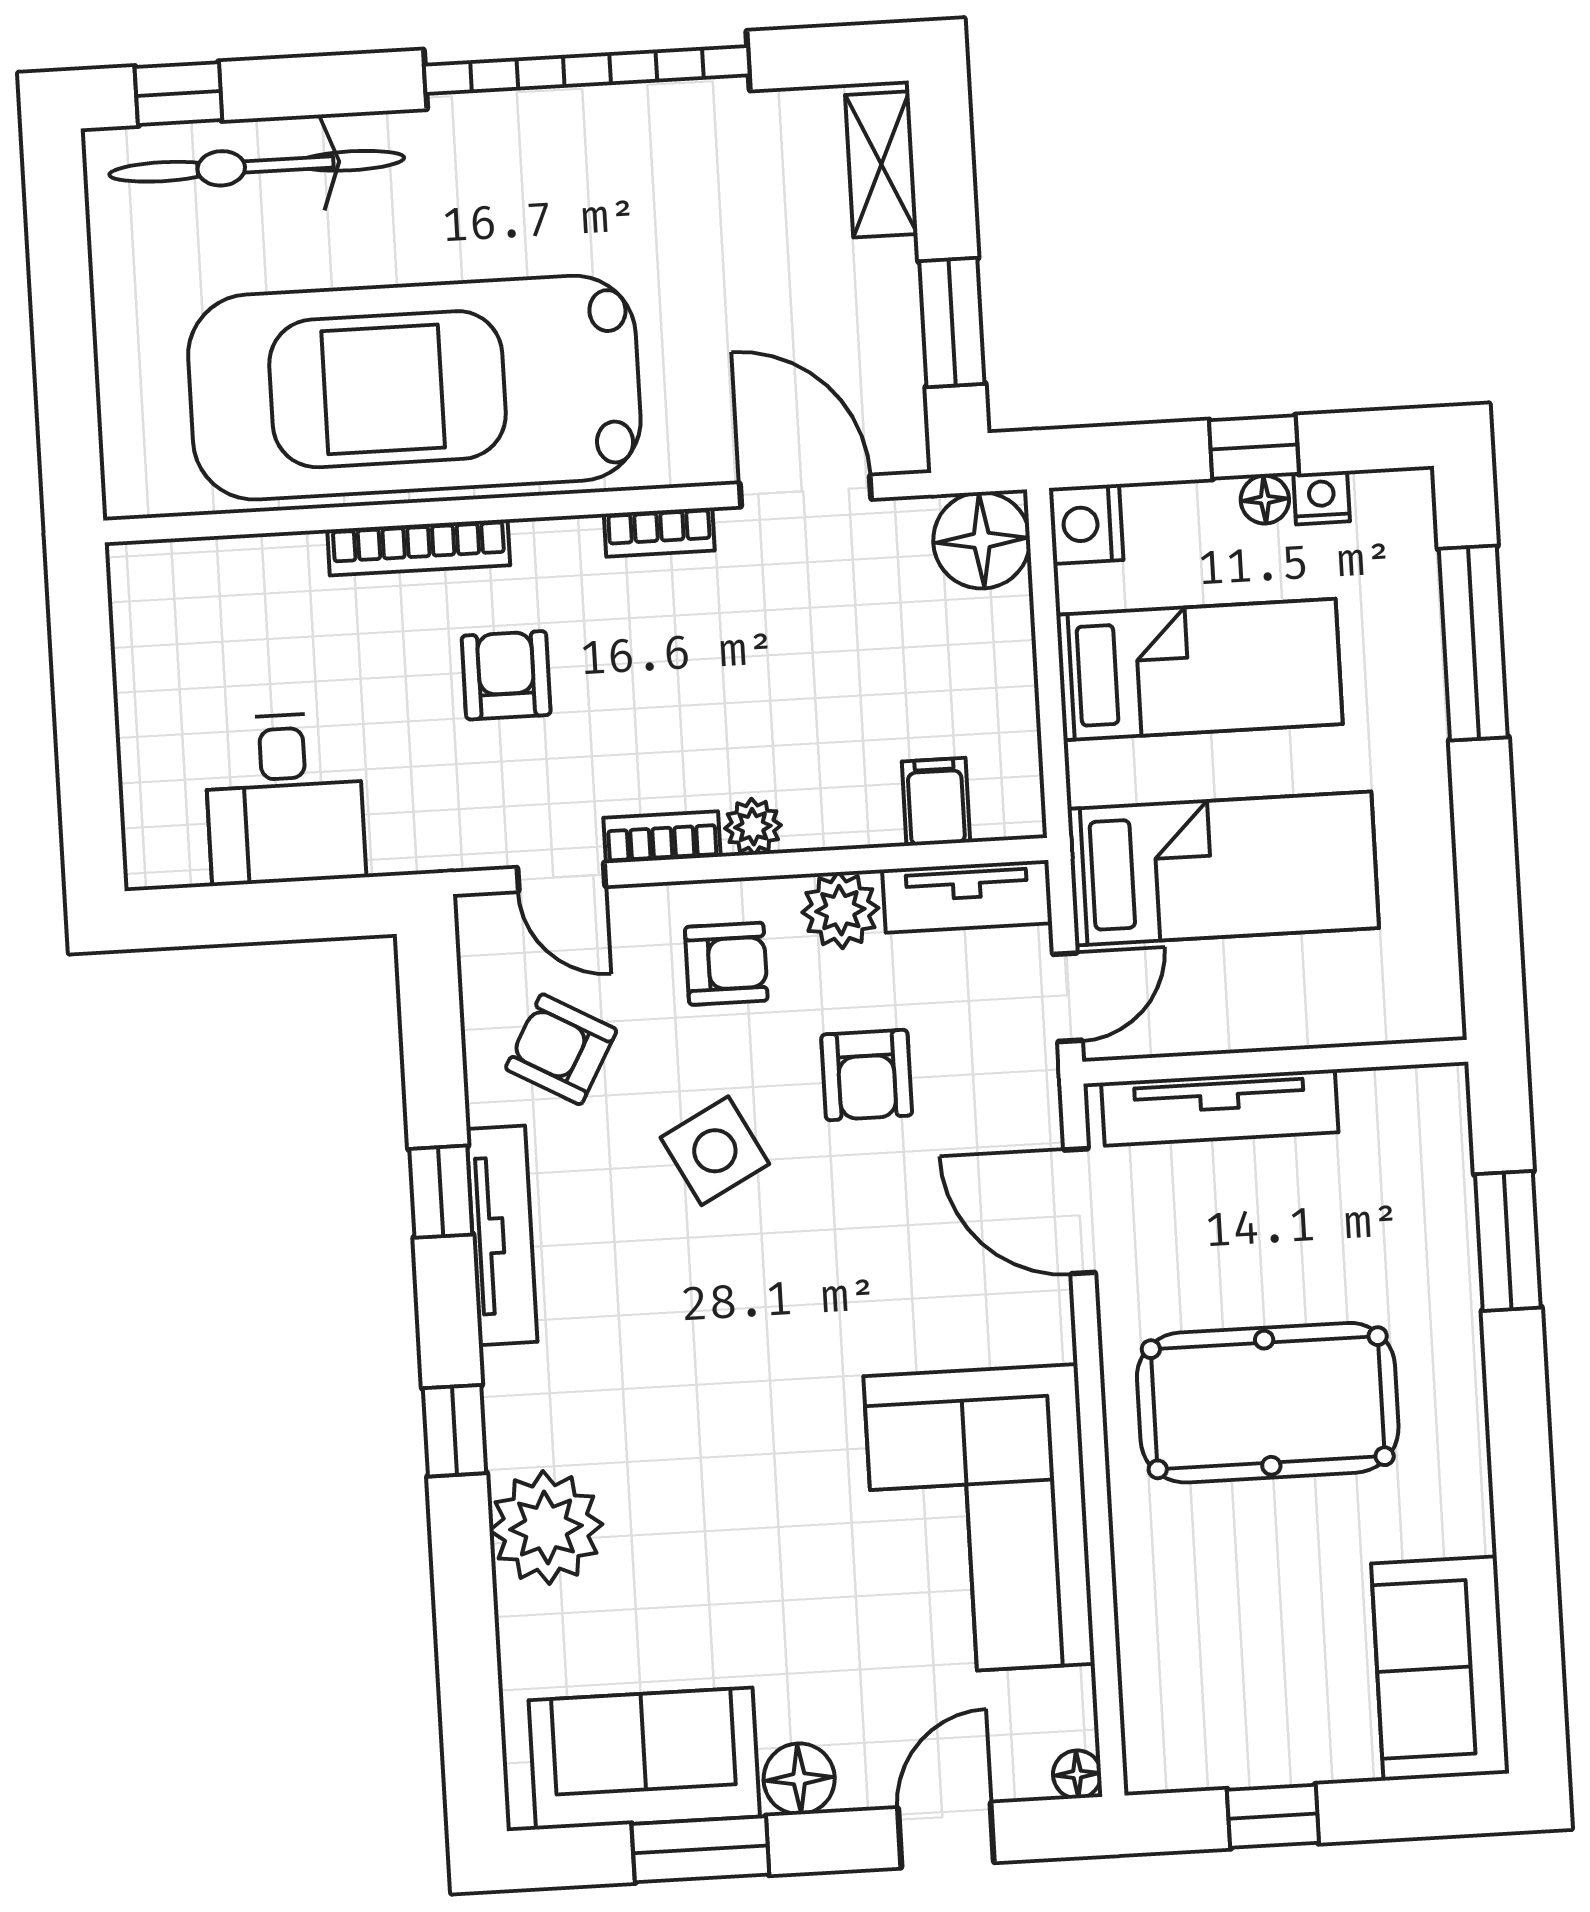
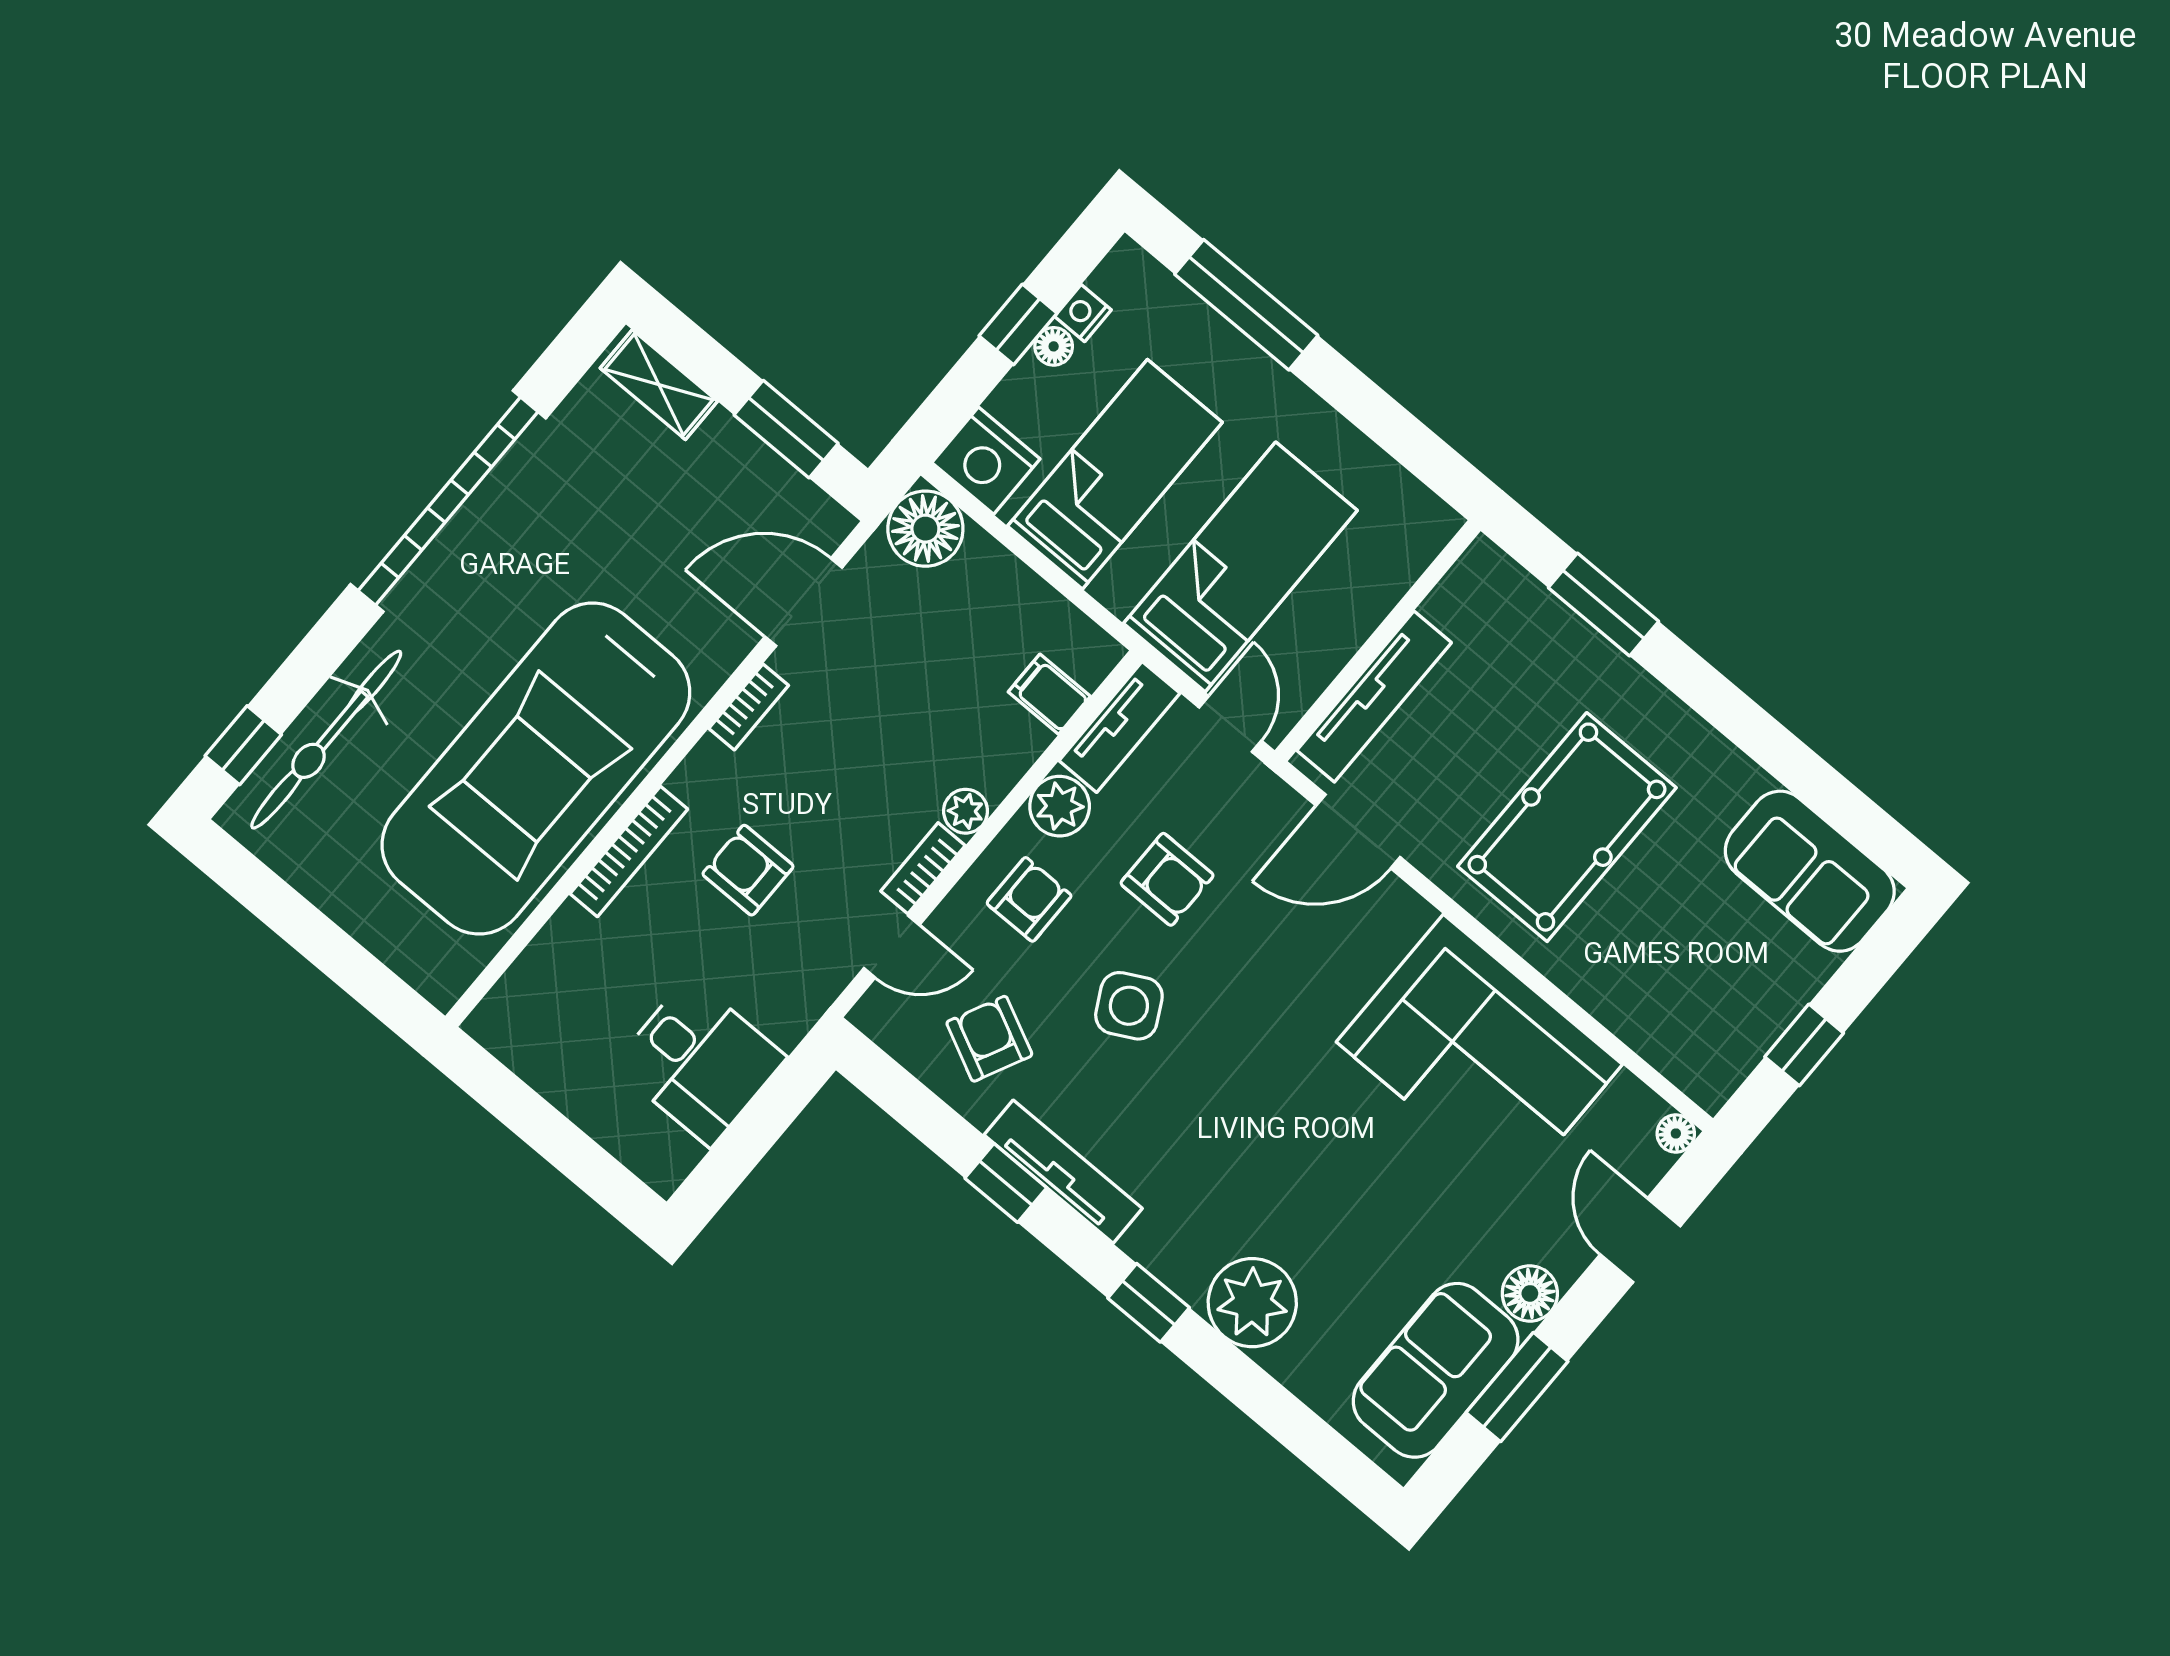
nightstand: (1086, 524) -> (986, 461), width x1.36, depth x1.33
armchair: (561, 1049) -> (989, 1039), turned 87

